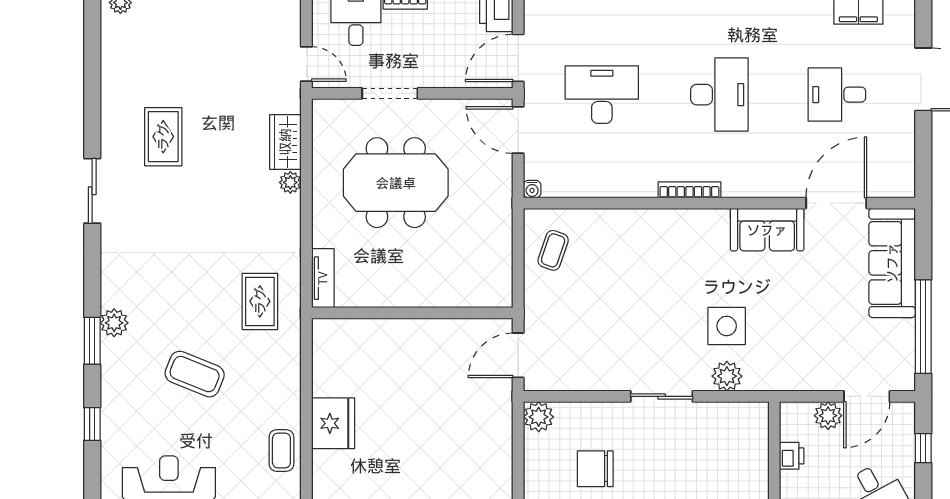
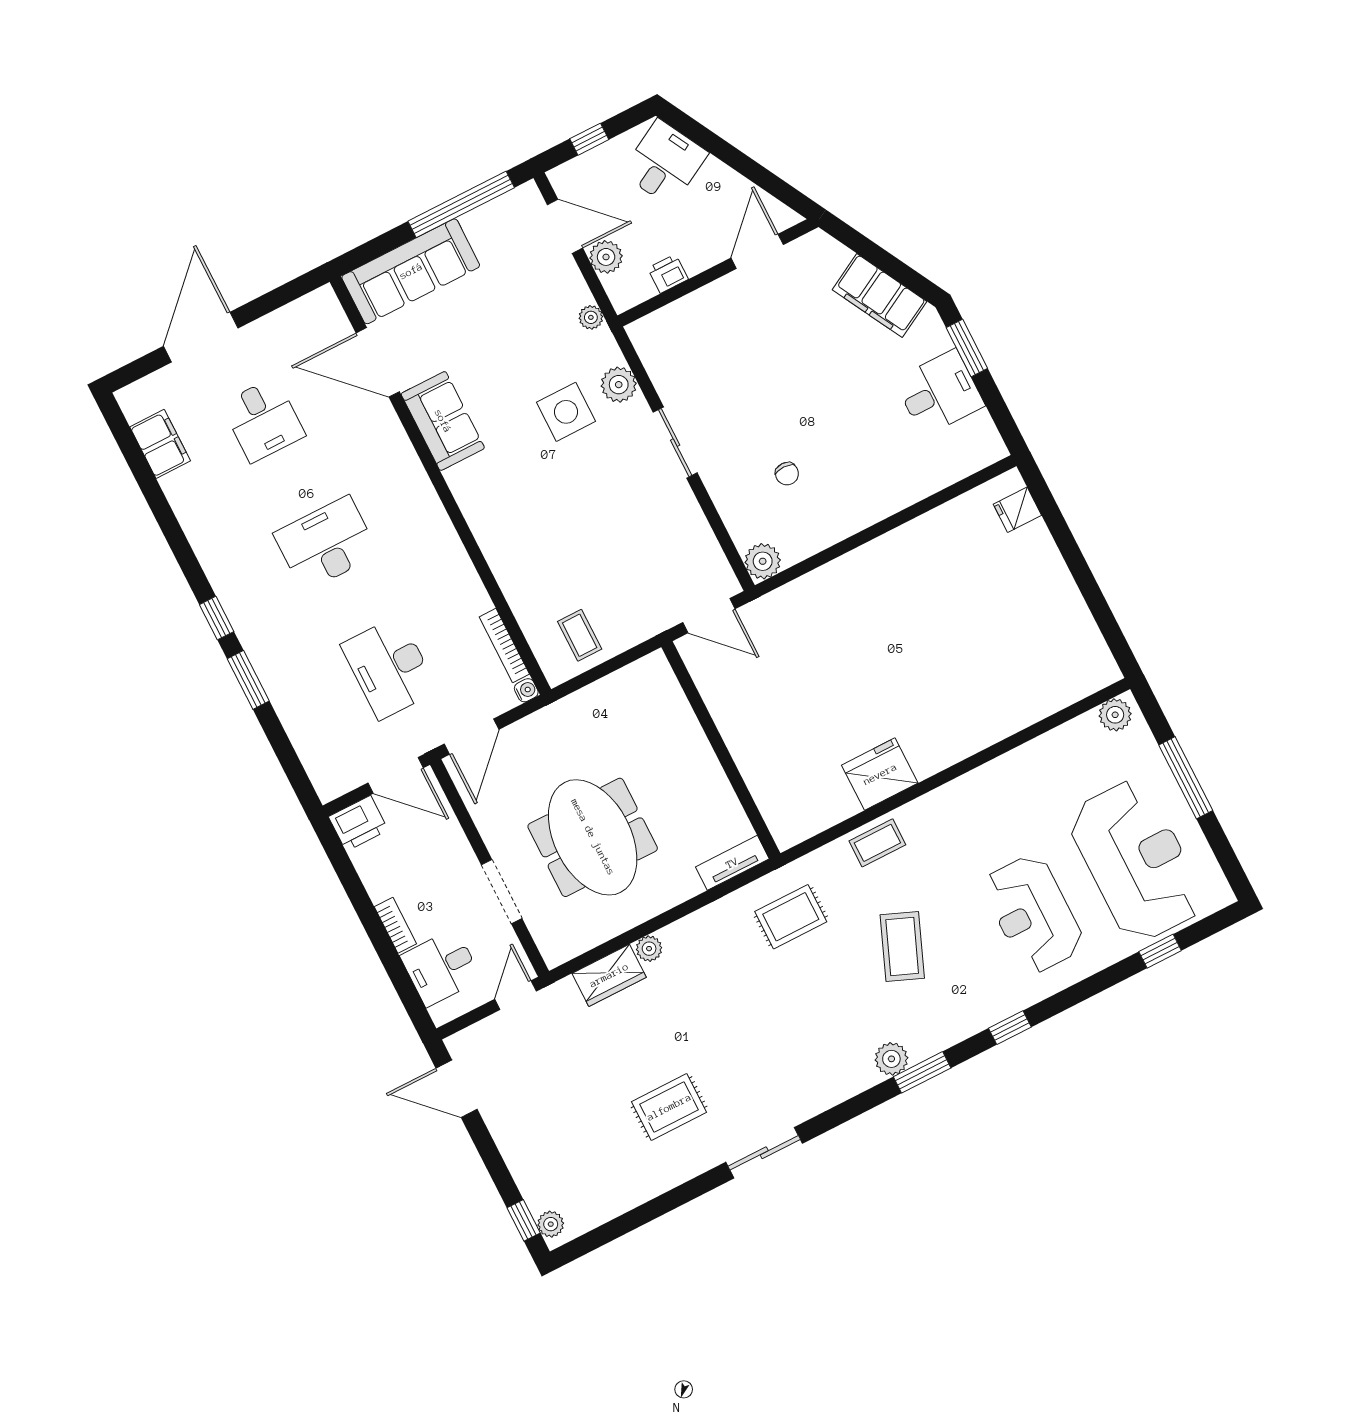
bookcase: (689, 190) -> (504, 645), moved
coffee table: (553, 250) -> (580, 635), turned 71
plant: (788, 381) -> (591, 317), added
coffee table: (281, 451) -> (877, 843), moved
chair: (595, 469) -> (787, 474), width x0.54, depth x0.54

